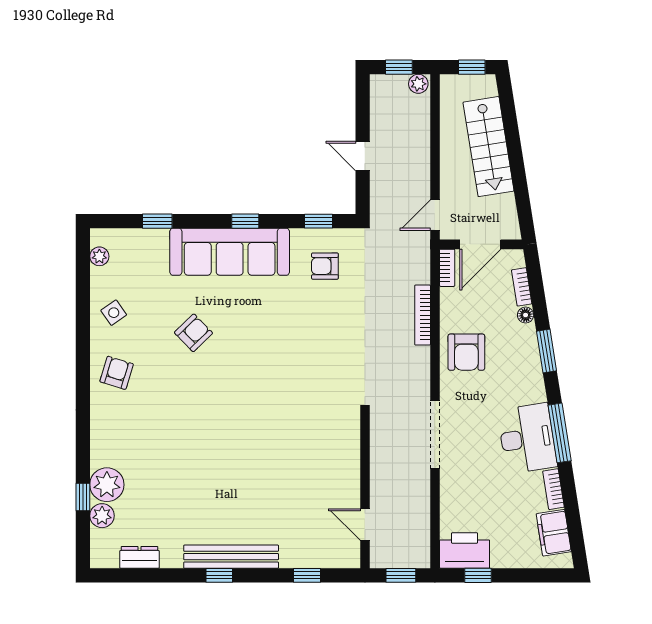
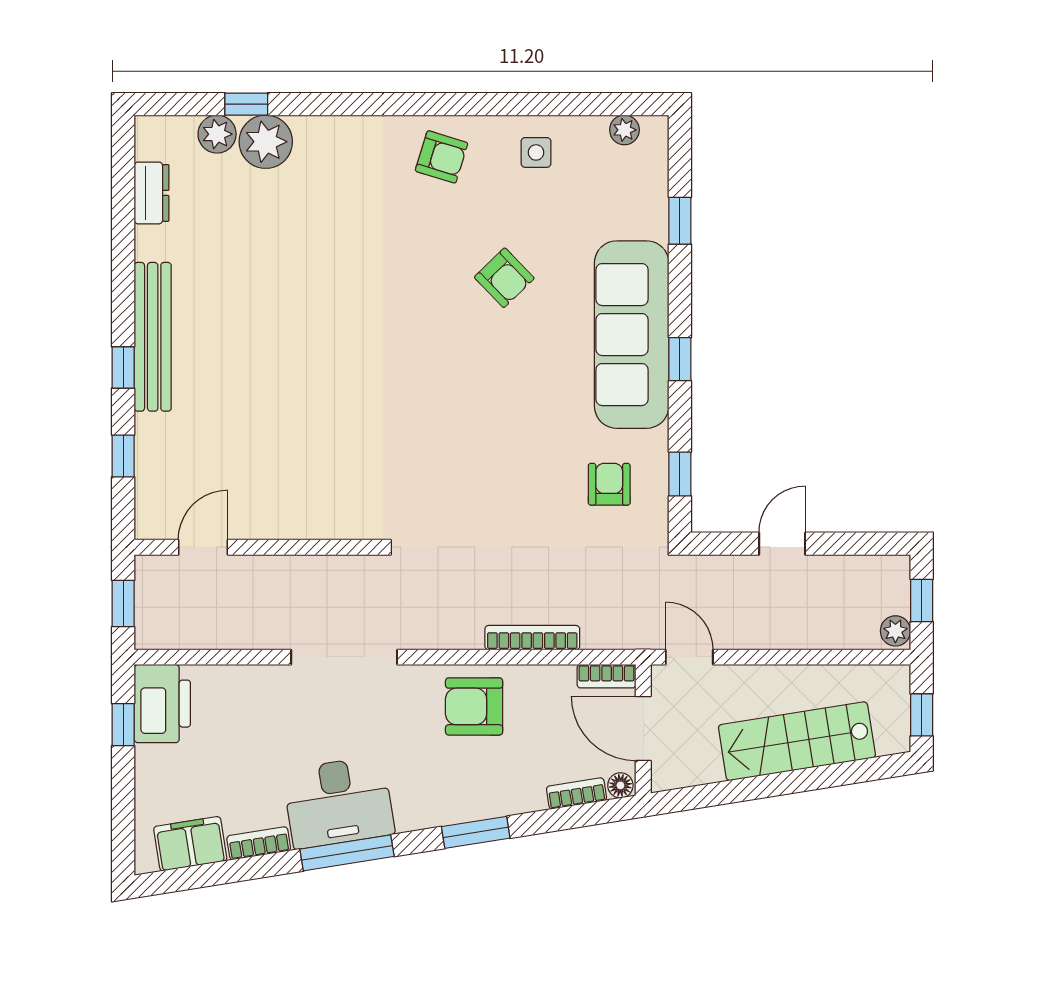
side table: (114, 313) -> (536, 152), turned 35
floor lamp: (526, 315) -> (620, 785), moved
window: (219, 575) -> (123, 367), moved

